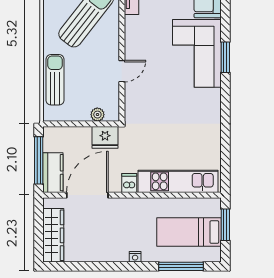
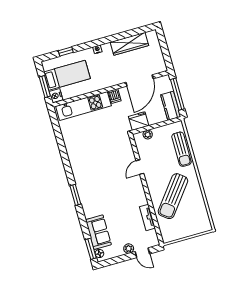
corner sofa: (197, 53) -> (95, 192), removed
kitchen counter: (53, 173) -> (171, 106), moved
nightstand: (213, 207) -> (56, 96), added
wardrobe: (53, 235) -> (129, 44), moved, turned -90
window: (181, 266) -> (66, 52), width x0.46

